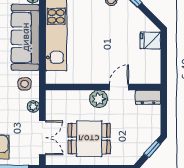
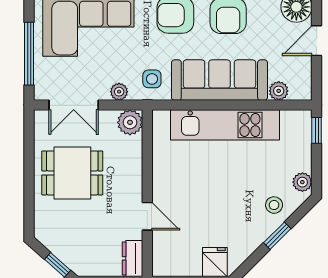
plant: (98, 99) -> (130, 122), moved
dining table: (89, 139) -> (72, 173), turned 90

